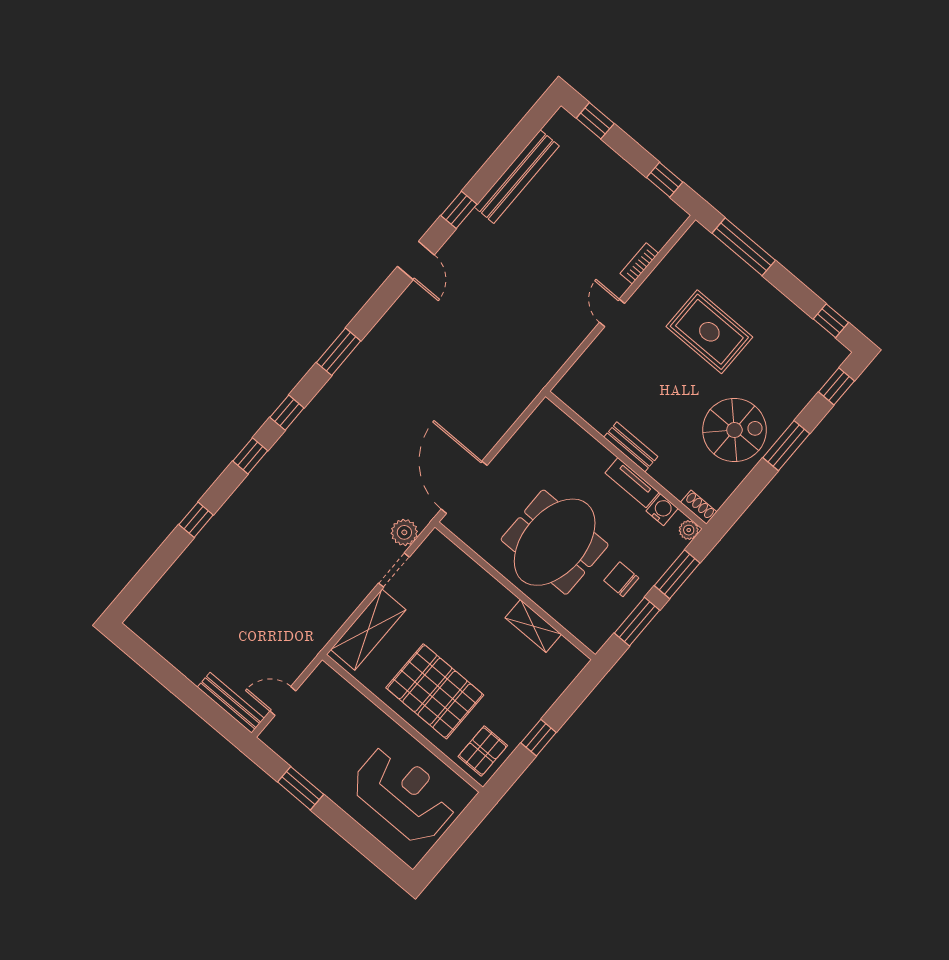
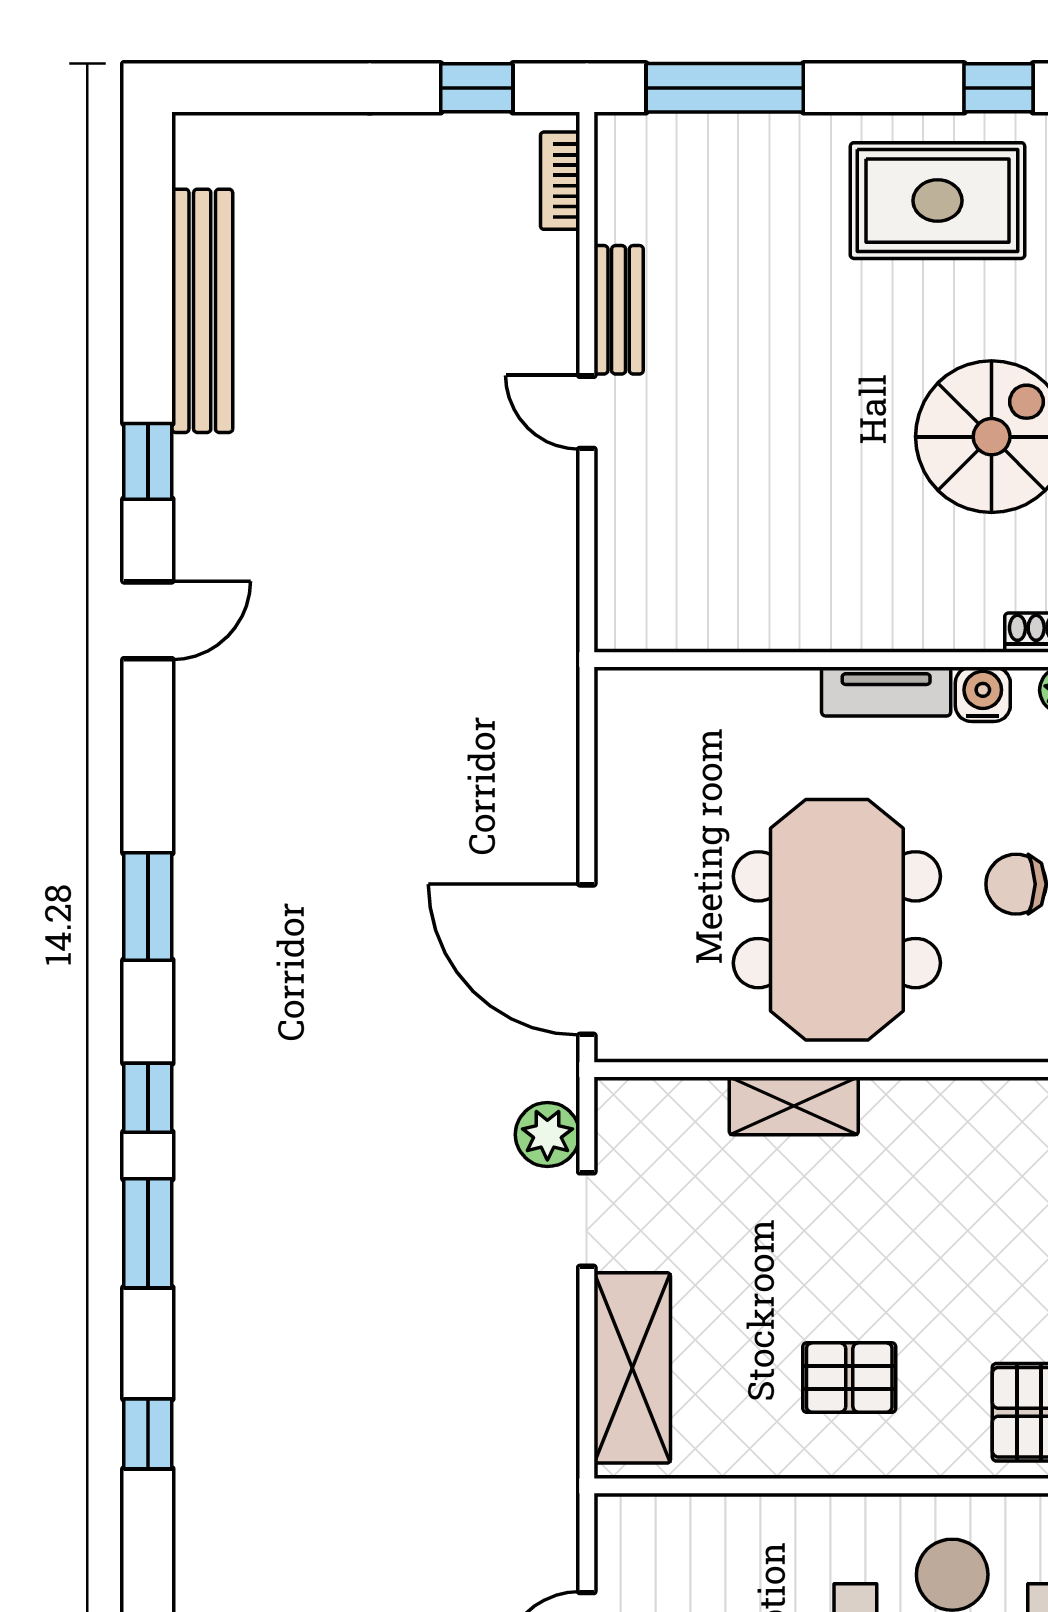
window: (595, 121) -> (259, 88), removed
door: (416, 261) -> (148, 620), hinge flipped
bookcase: (639, 263) -> (560, 181), moved
rug: (709, 332) -> (938, 201), moved
bench: (631, 447) -> (619, 310), moved, turned 90
window: (250, 456) -> (148, 1233), width x1.50
shelving: (533, 626) -> (794, 1106), moved
pallet: (435, 691) -> (849, 1378), width x0.49, depth x0.50

